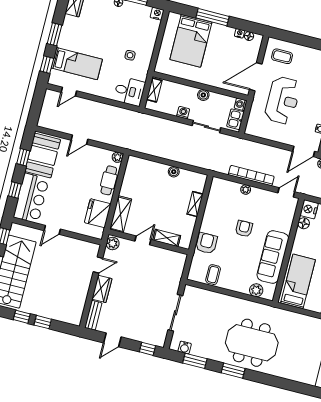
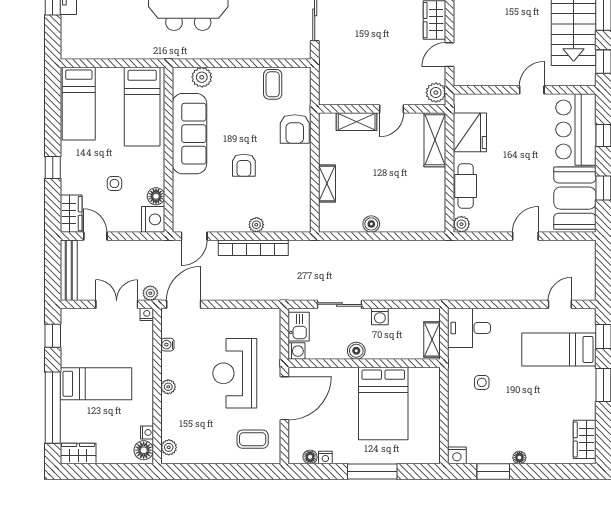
bed: (191, 41) -> (383, 403), moved, turned 180

